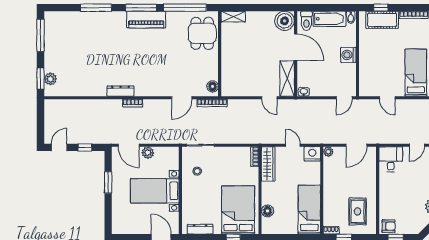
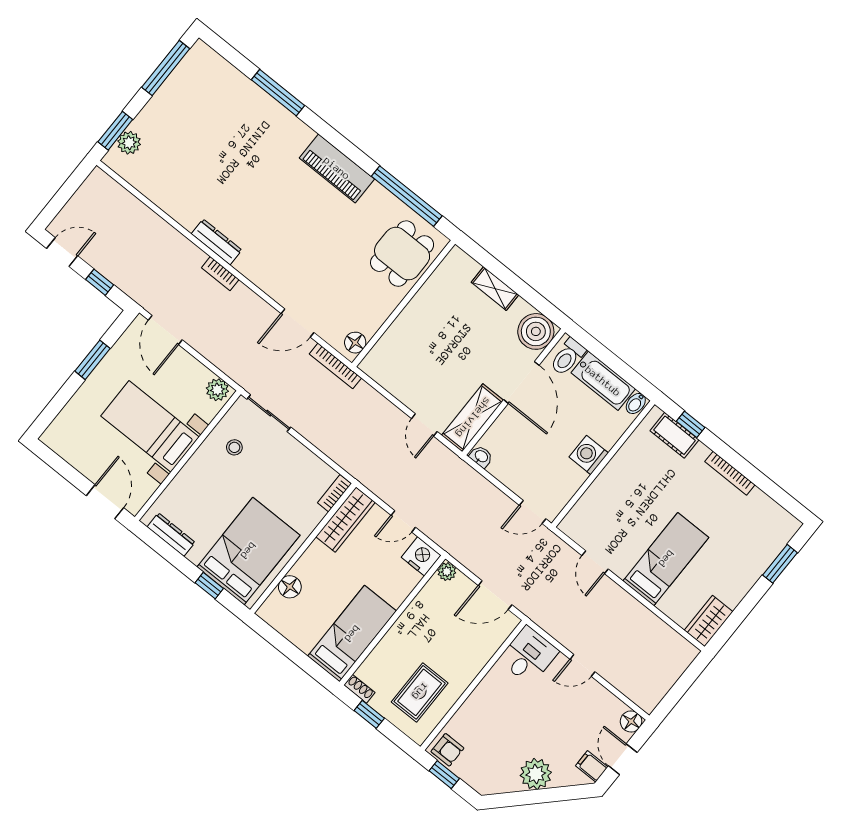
window: (141, 8) -> (343, 145), removed
shelving: (233, 17) -> (495, 289), moved
cot: (382, 20) -> (675, 435), width x0.73, depth x0.75
door: (293, 145) -> (403, 521), swing flipped
plant: (148, 153) -> (217, 390), moved

